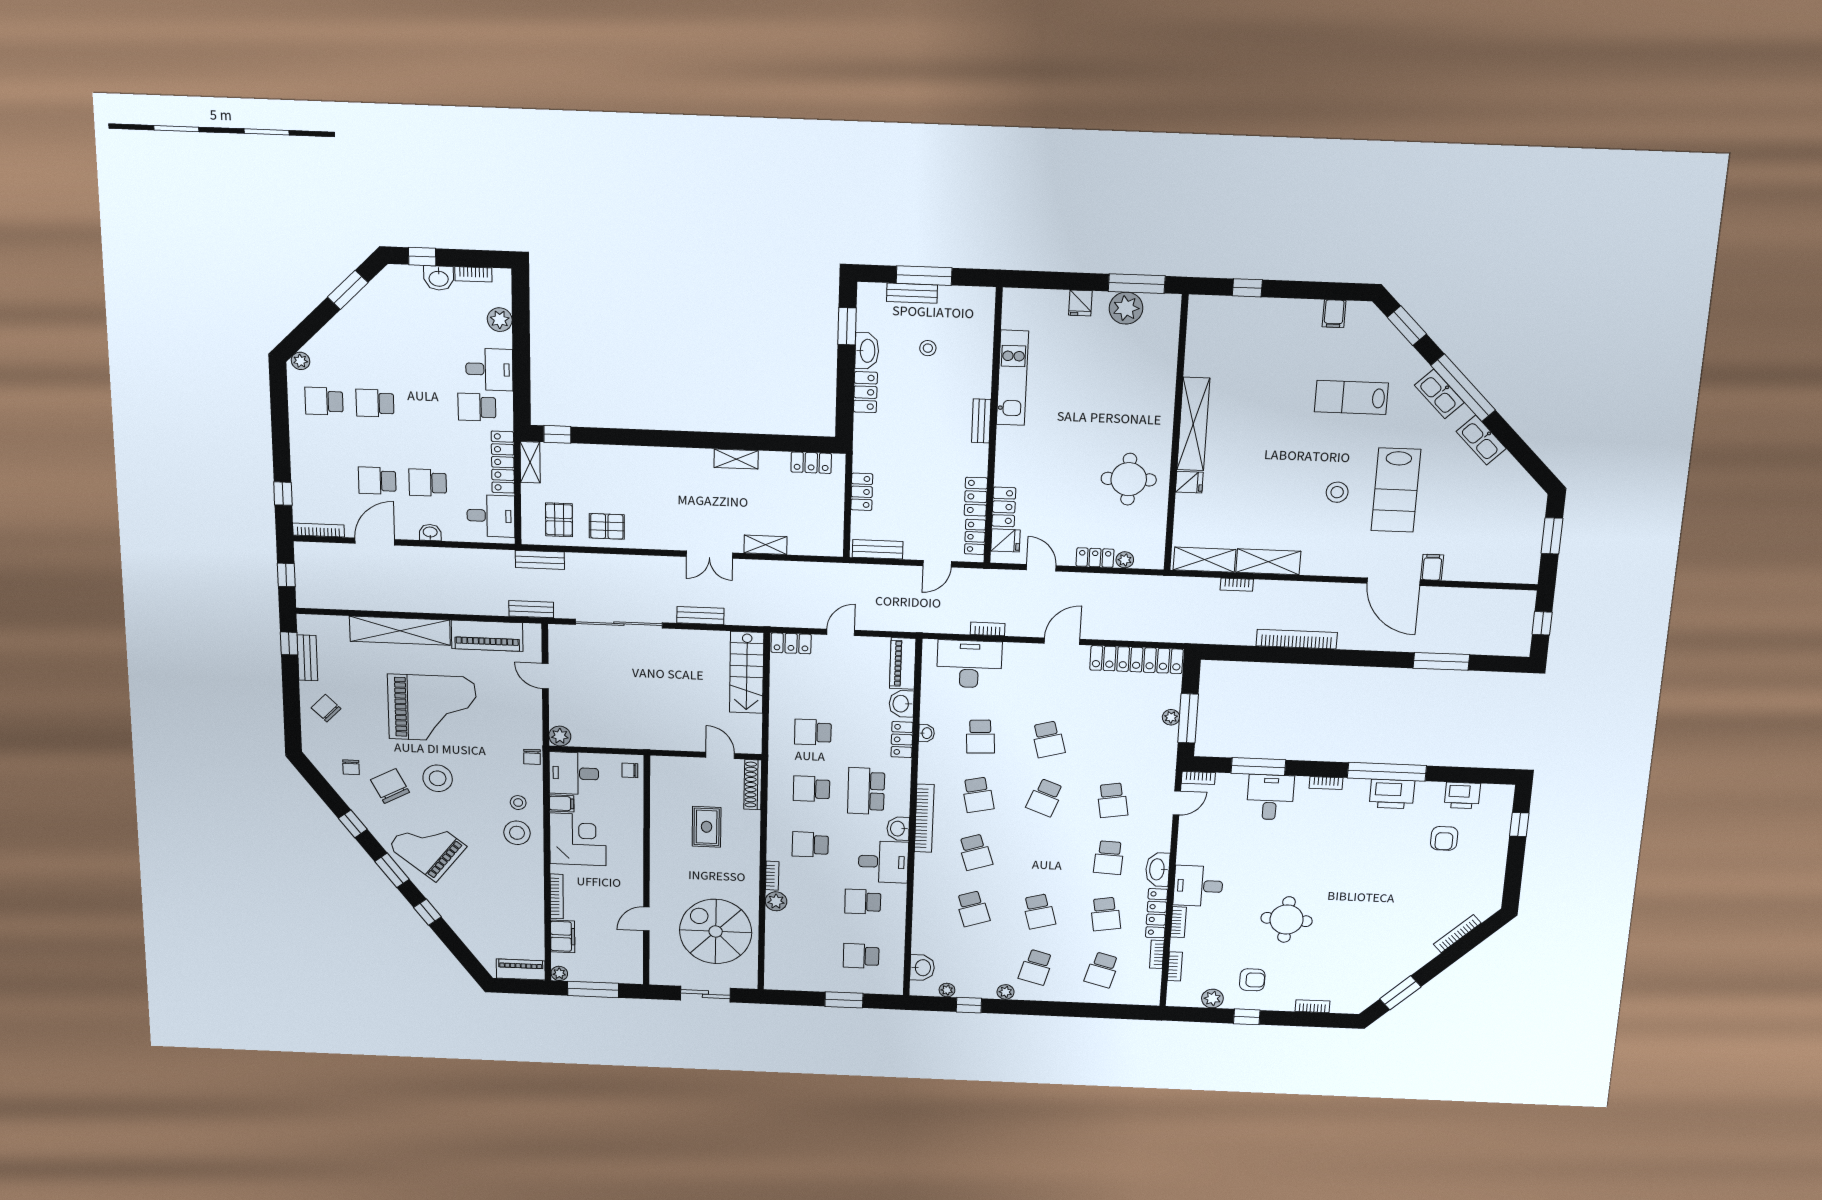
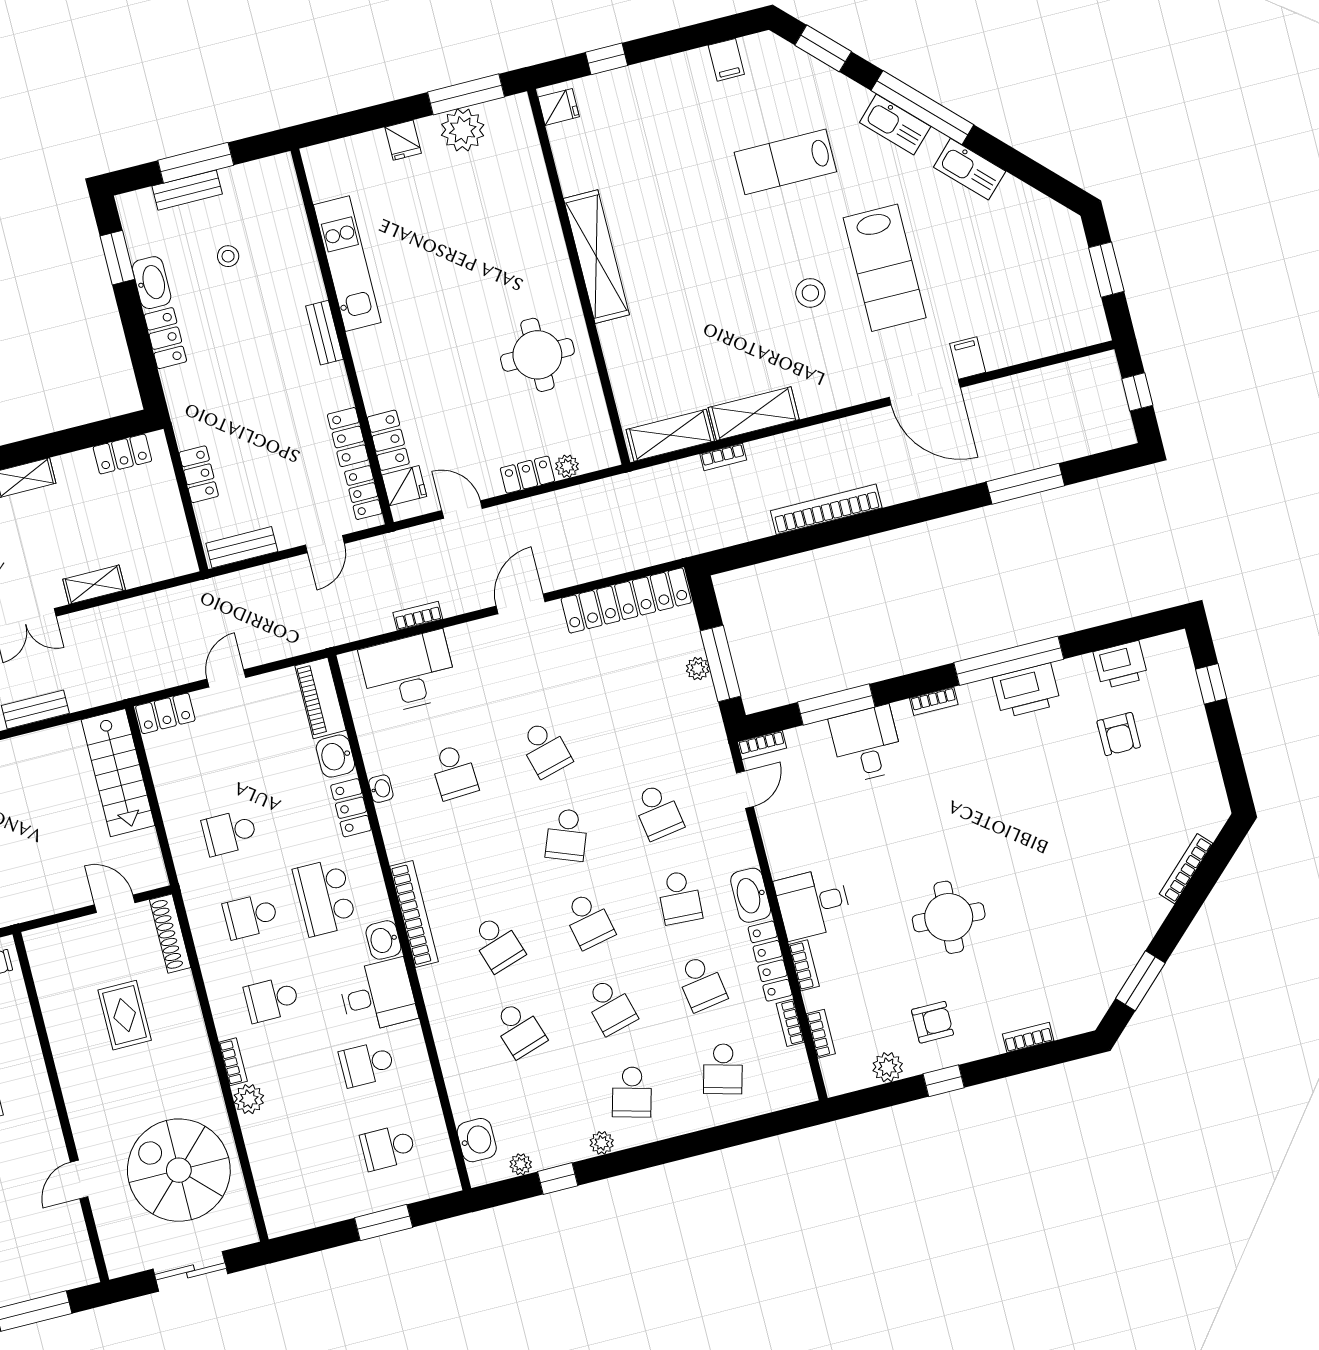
fridge: (1189, 482) -> (559, 107), moved
school desk: (978, 795) -> (588, 921), moved

